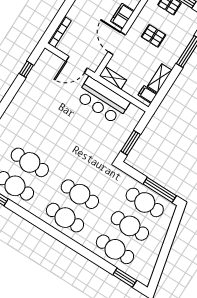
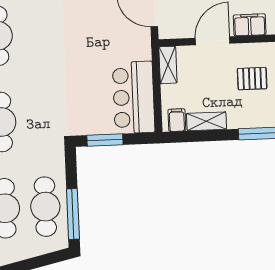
pallet: (154, 36) -> (252, 79), turned 90
bar counter: (103, 100) -> (134, 97), moved

